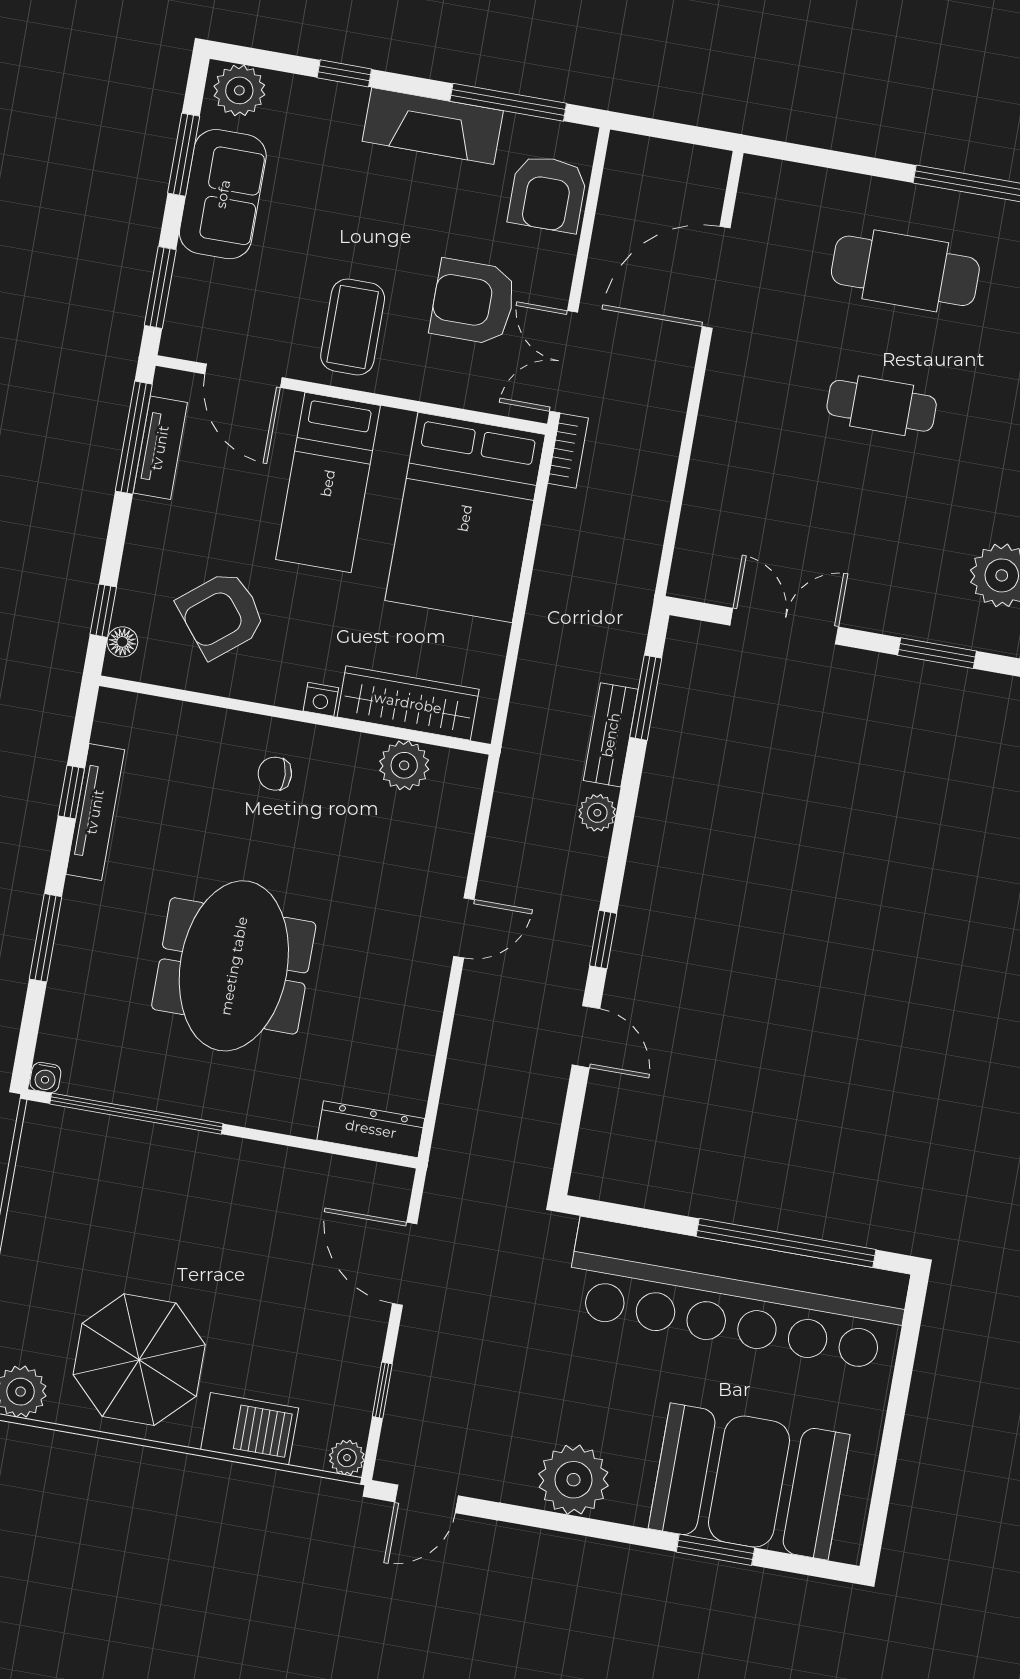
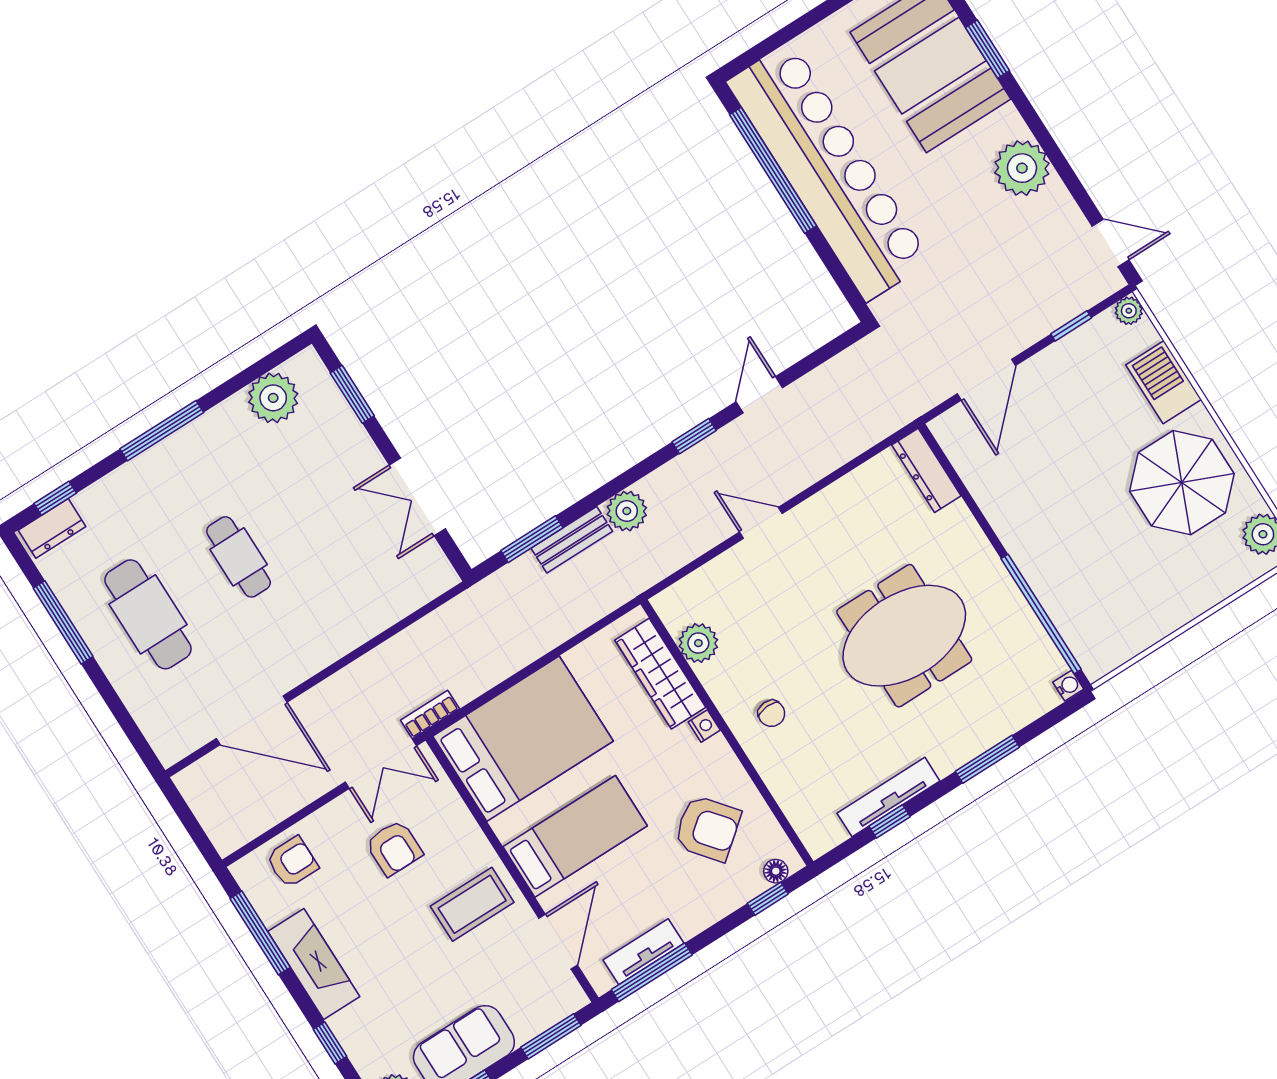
armchair: (548, 194) -> (292, 862), width x0.72, depth x0.72
armchair: (473, 302) -> (394, 848), width x0.72, depth x0.72
plant: (597, 813) -> (627, 511), width x1.38, depth x1.38

